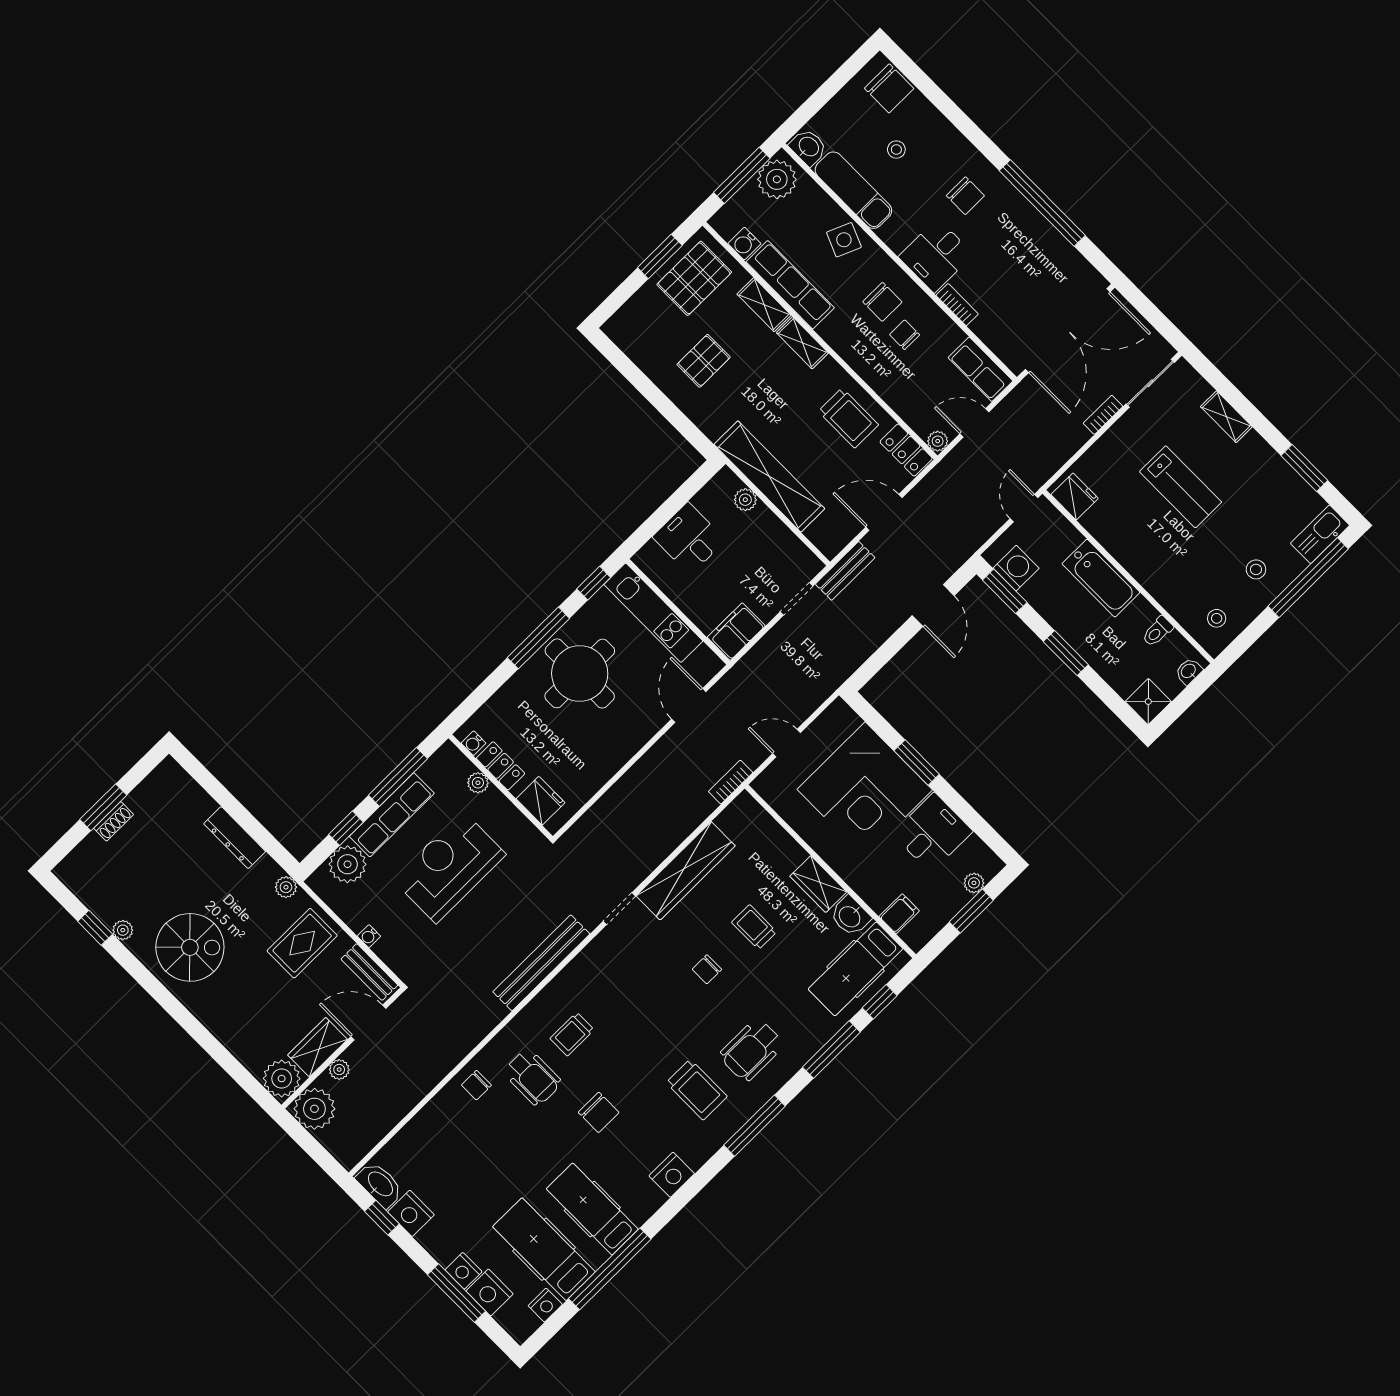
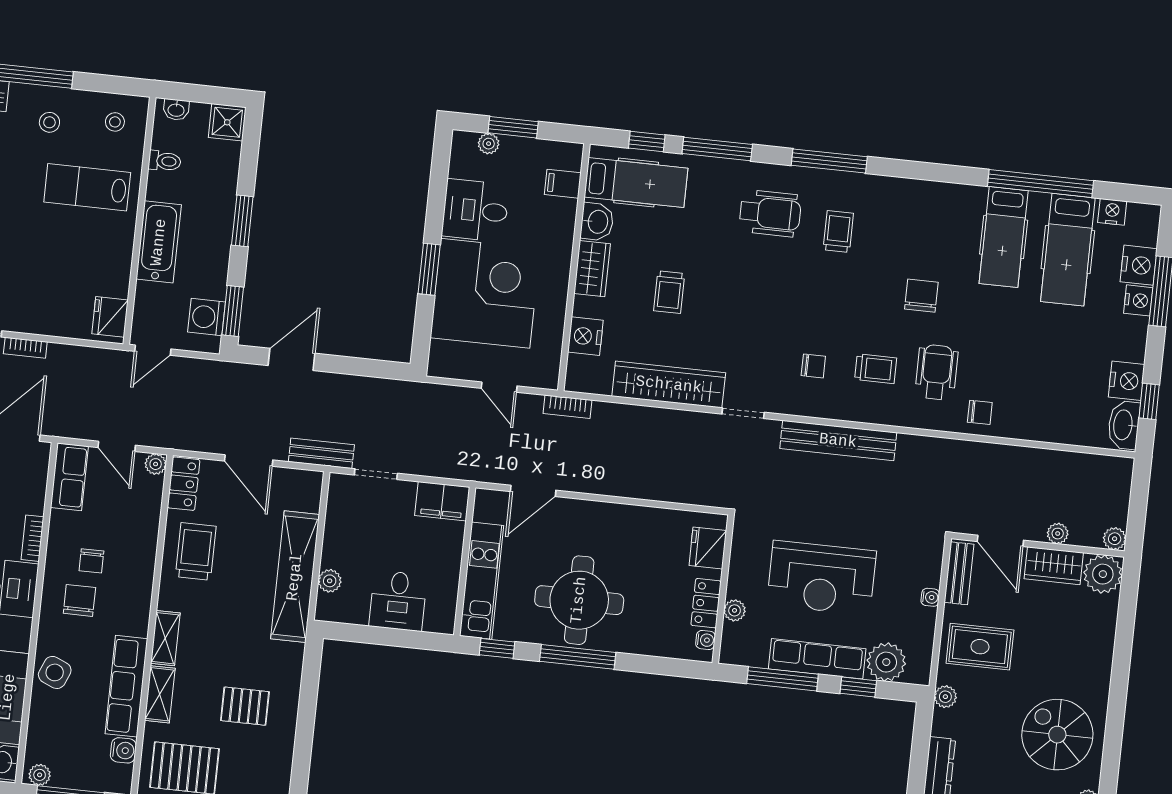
plant: (777, 179) -> (40, 775), width x0.53, depth x0.53
lab bench: (1181, 487) -> (87, 187), moved, turned -90
chair: (707, 969) -> (813, 366), moved
trolley: (697, 1090) -> (838, 232), width x0.73, depth x0.72
plant: (314, 1109) -> (1115, 539), width x0.53, depth x0.53
nightstand: (672, 1175) -> (585, 336), moved, turned -90

